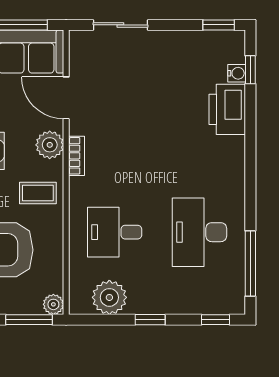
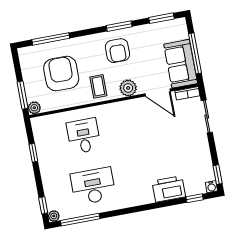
water cooler: (237, 73) -> (211, 187), moved
door: (66, 98) -> (158, 92), swing flipped
bookcase: (77, 156) -> (187, 93), moved
plant: (109, 297) -> (54, 216), moved, width x0.53, depth x0.53
window: (150, 320) -> (33, 153), moved

